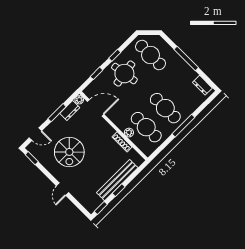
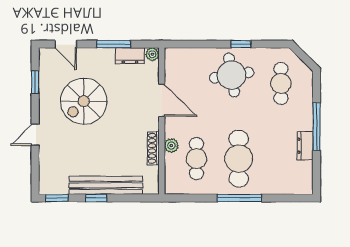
cafe table: (151, 55) -> (281, 83), width x0.73, depth x0.74
window: (96, 73) -> (201, 44), removed
dresser: (202, 85) -> (305, 146), moved
door: (96, 108) -> (162, 100), moved
cafe table: (146, 127) -> (196, 159), width x0.73, depth x0.74
window: (32, 158) -> (35, 82), moved

